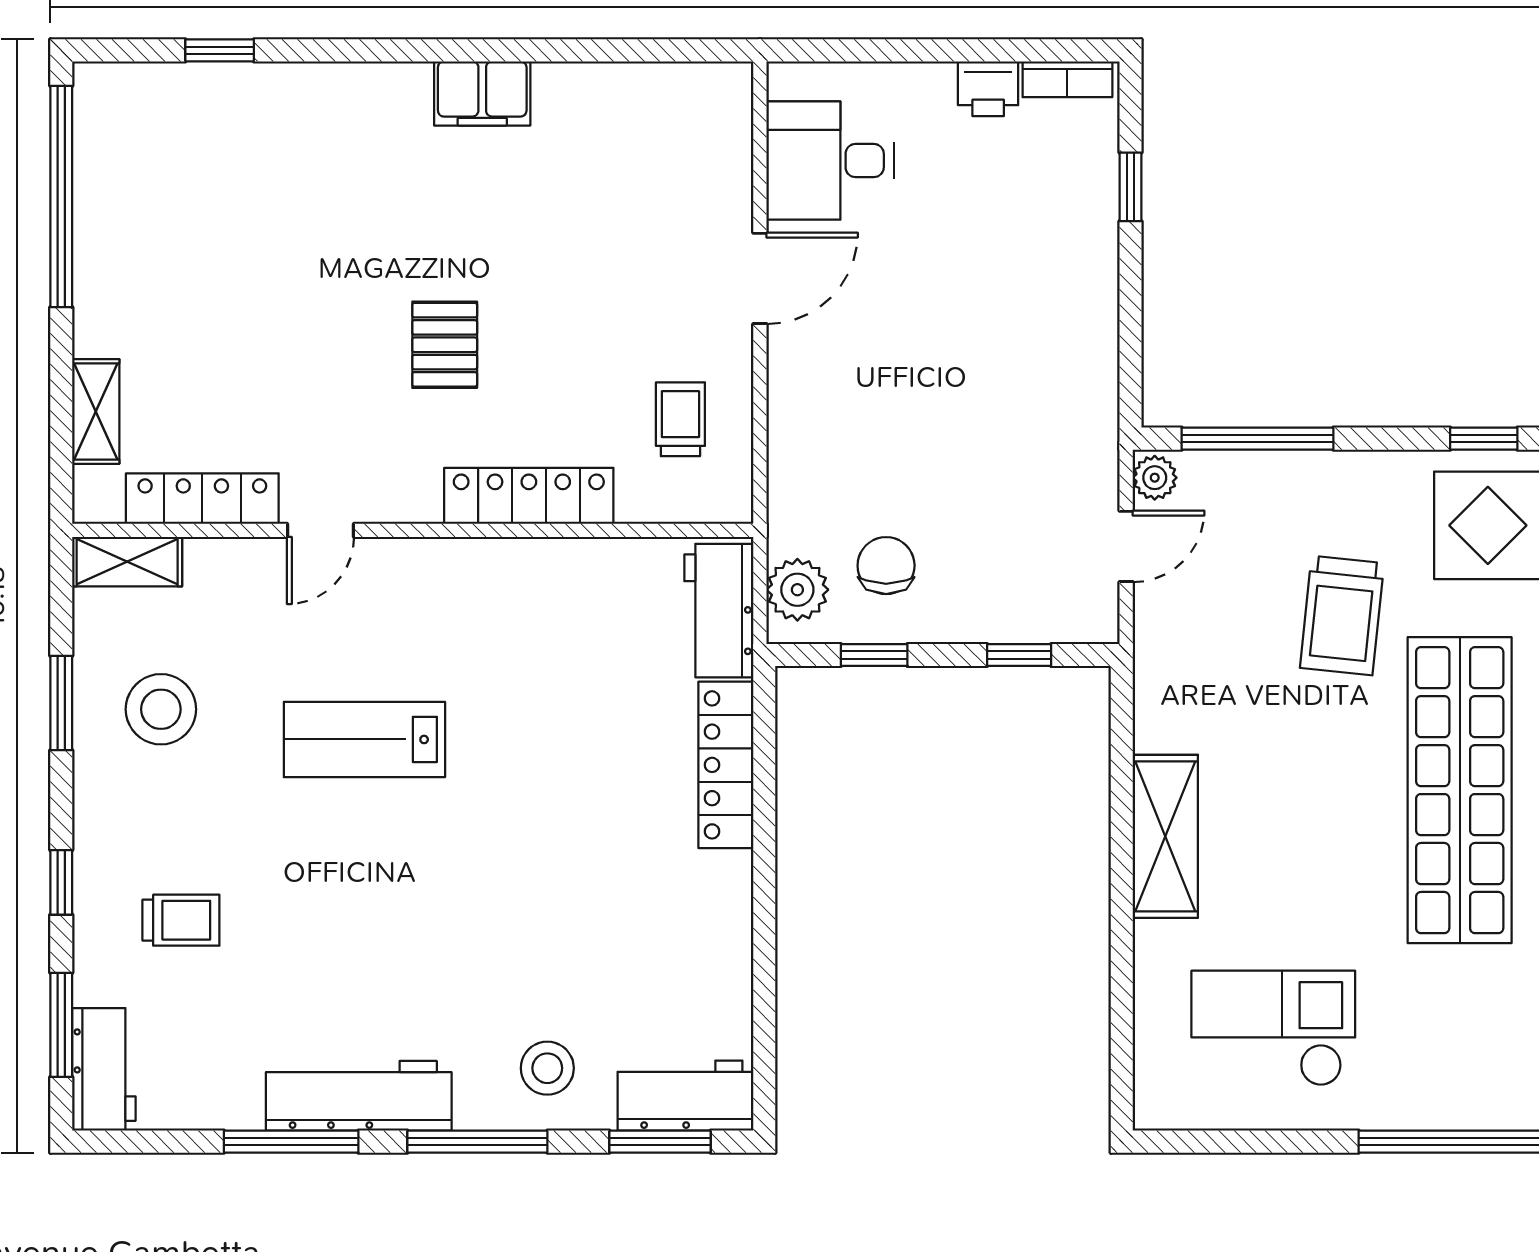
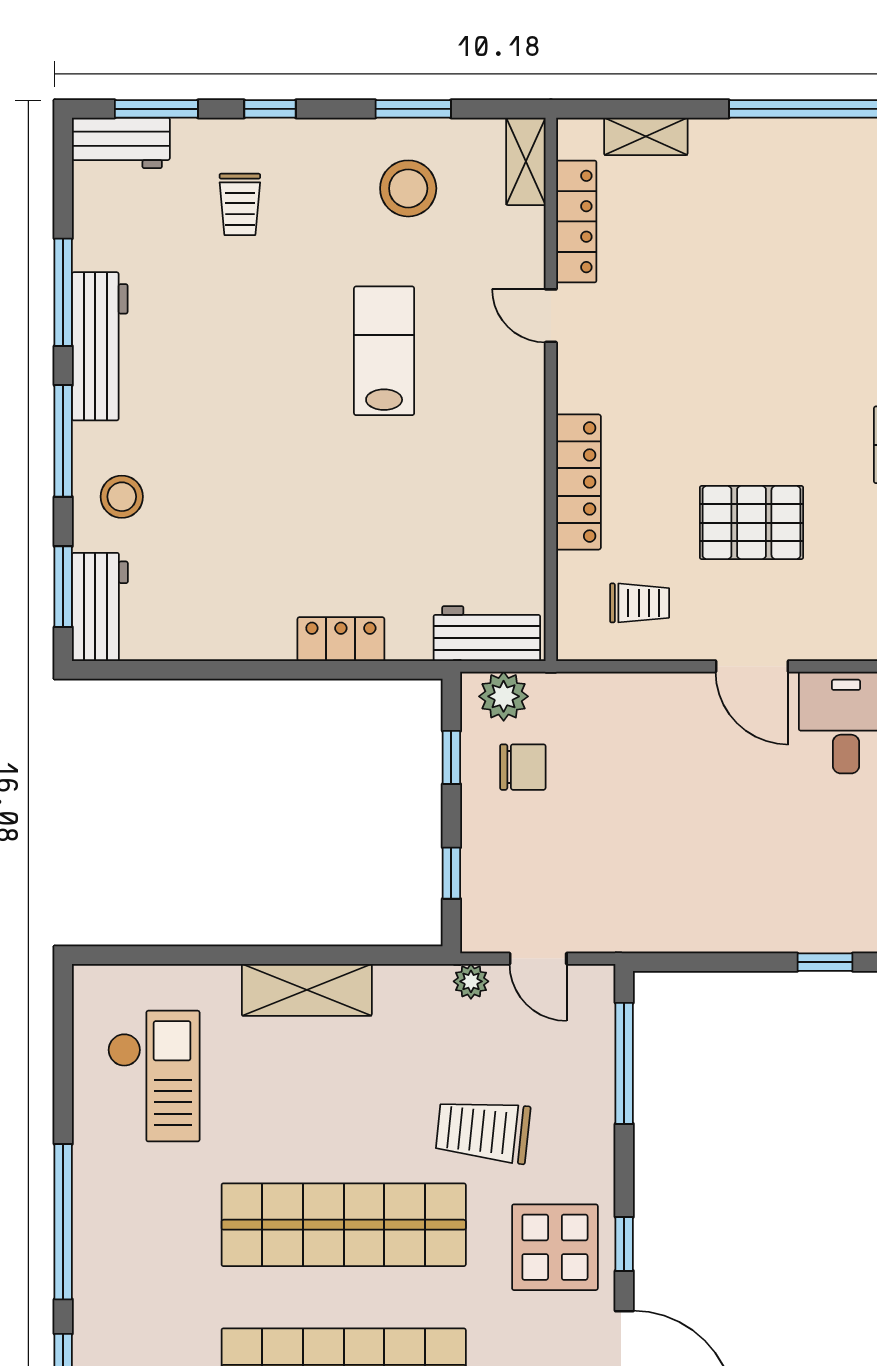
pallet: (445, 345) -> (751, 523), moved, width x1.50, depth x1.42
plant: (1155, 478) -> (471, 981), moved
locker: (726, 765) -> (341, 639), width x0.66

